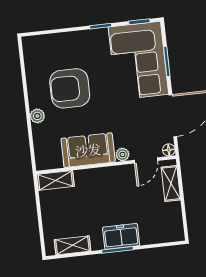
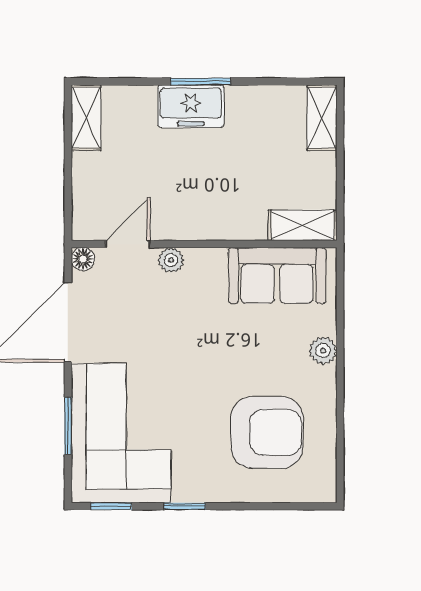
armchair: (70, 88) -> (267, 432), moved
sofa: (88, 150) -> (277, 275), moved
shelving: (171, 183) -> (86, 118), moved
shelving: (73, 245) -> (322, 118), moved, turned 90

